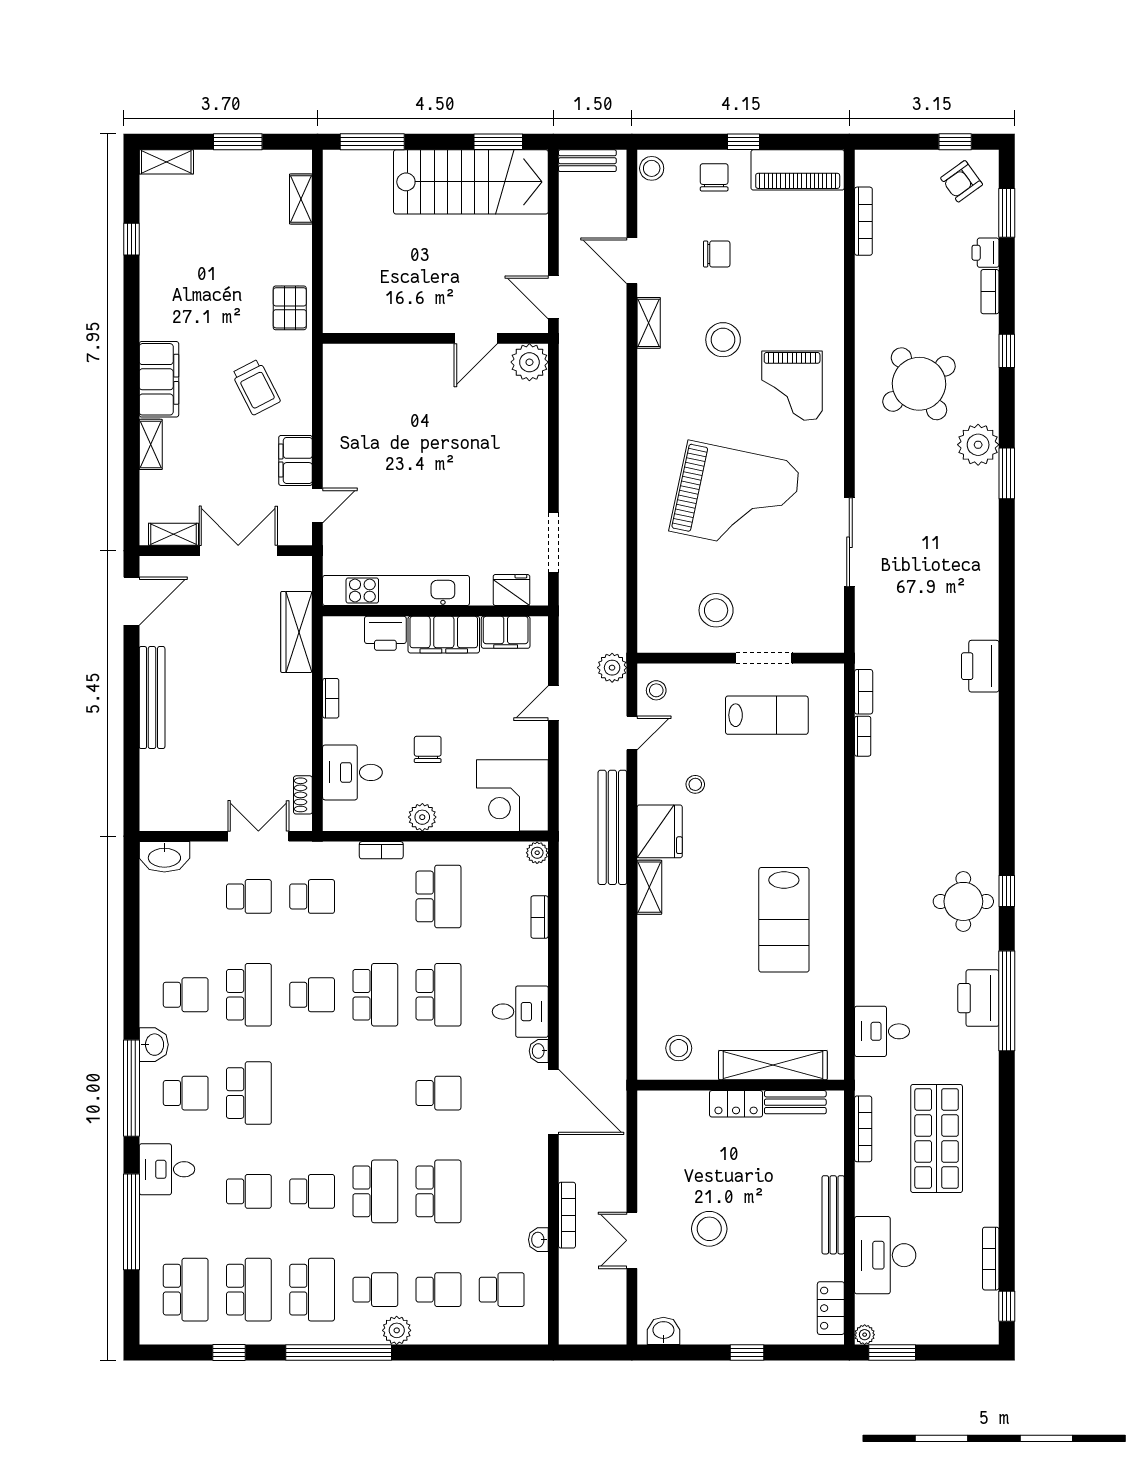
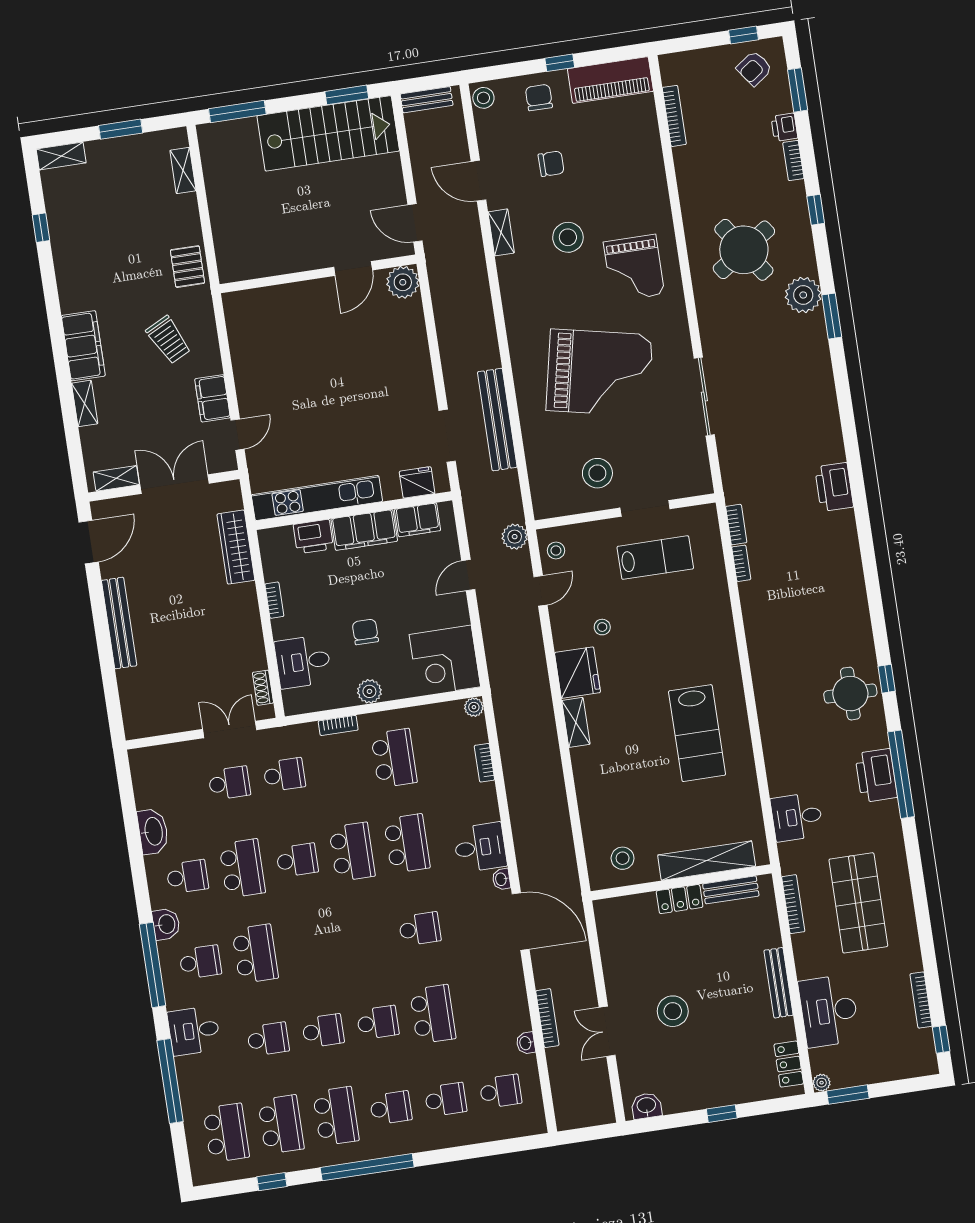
bench: (612, 827) -> (497, 420), moved
washbasin: (164, 857) -> (153, 831), moved, turned -90
school desk: (375, 1191) -> (378, 1022), width x0.54
plant: (397, 1330) -> (415, 1140), removed

